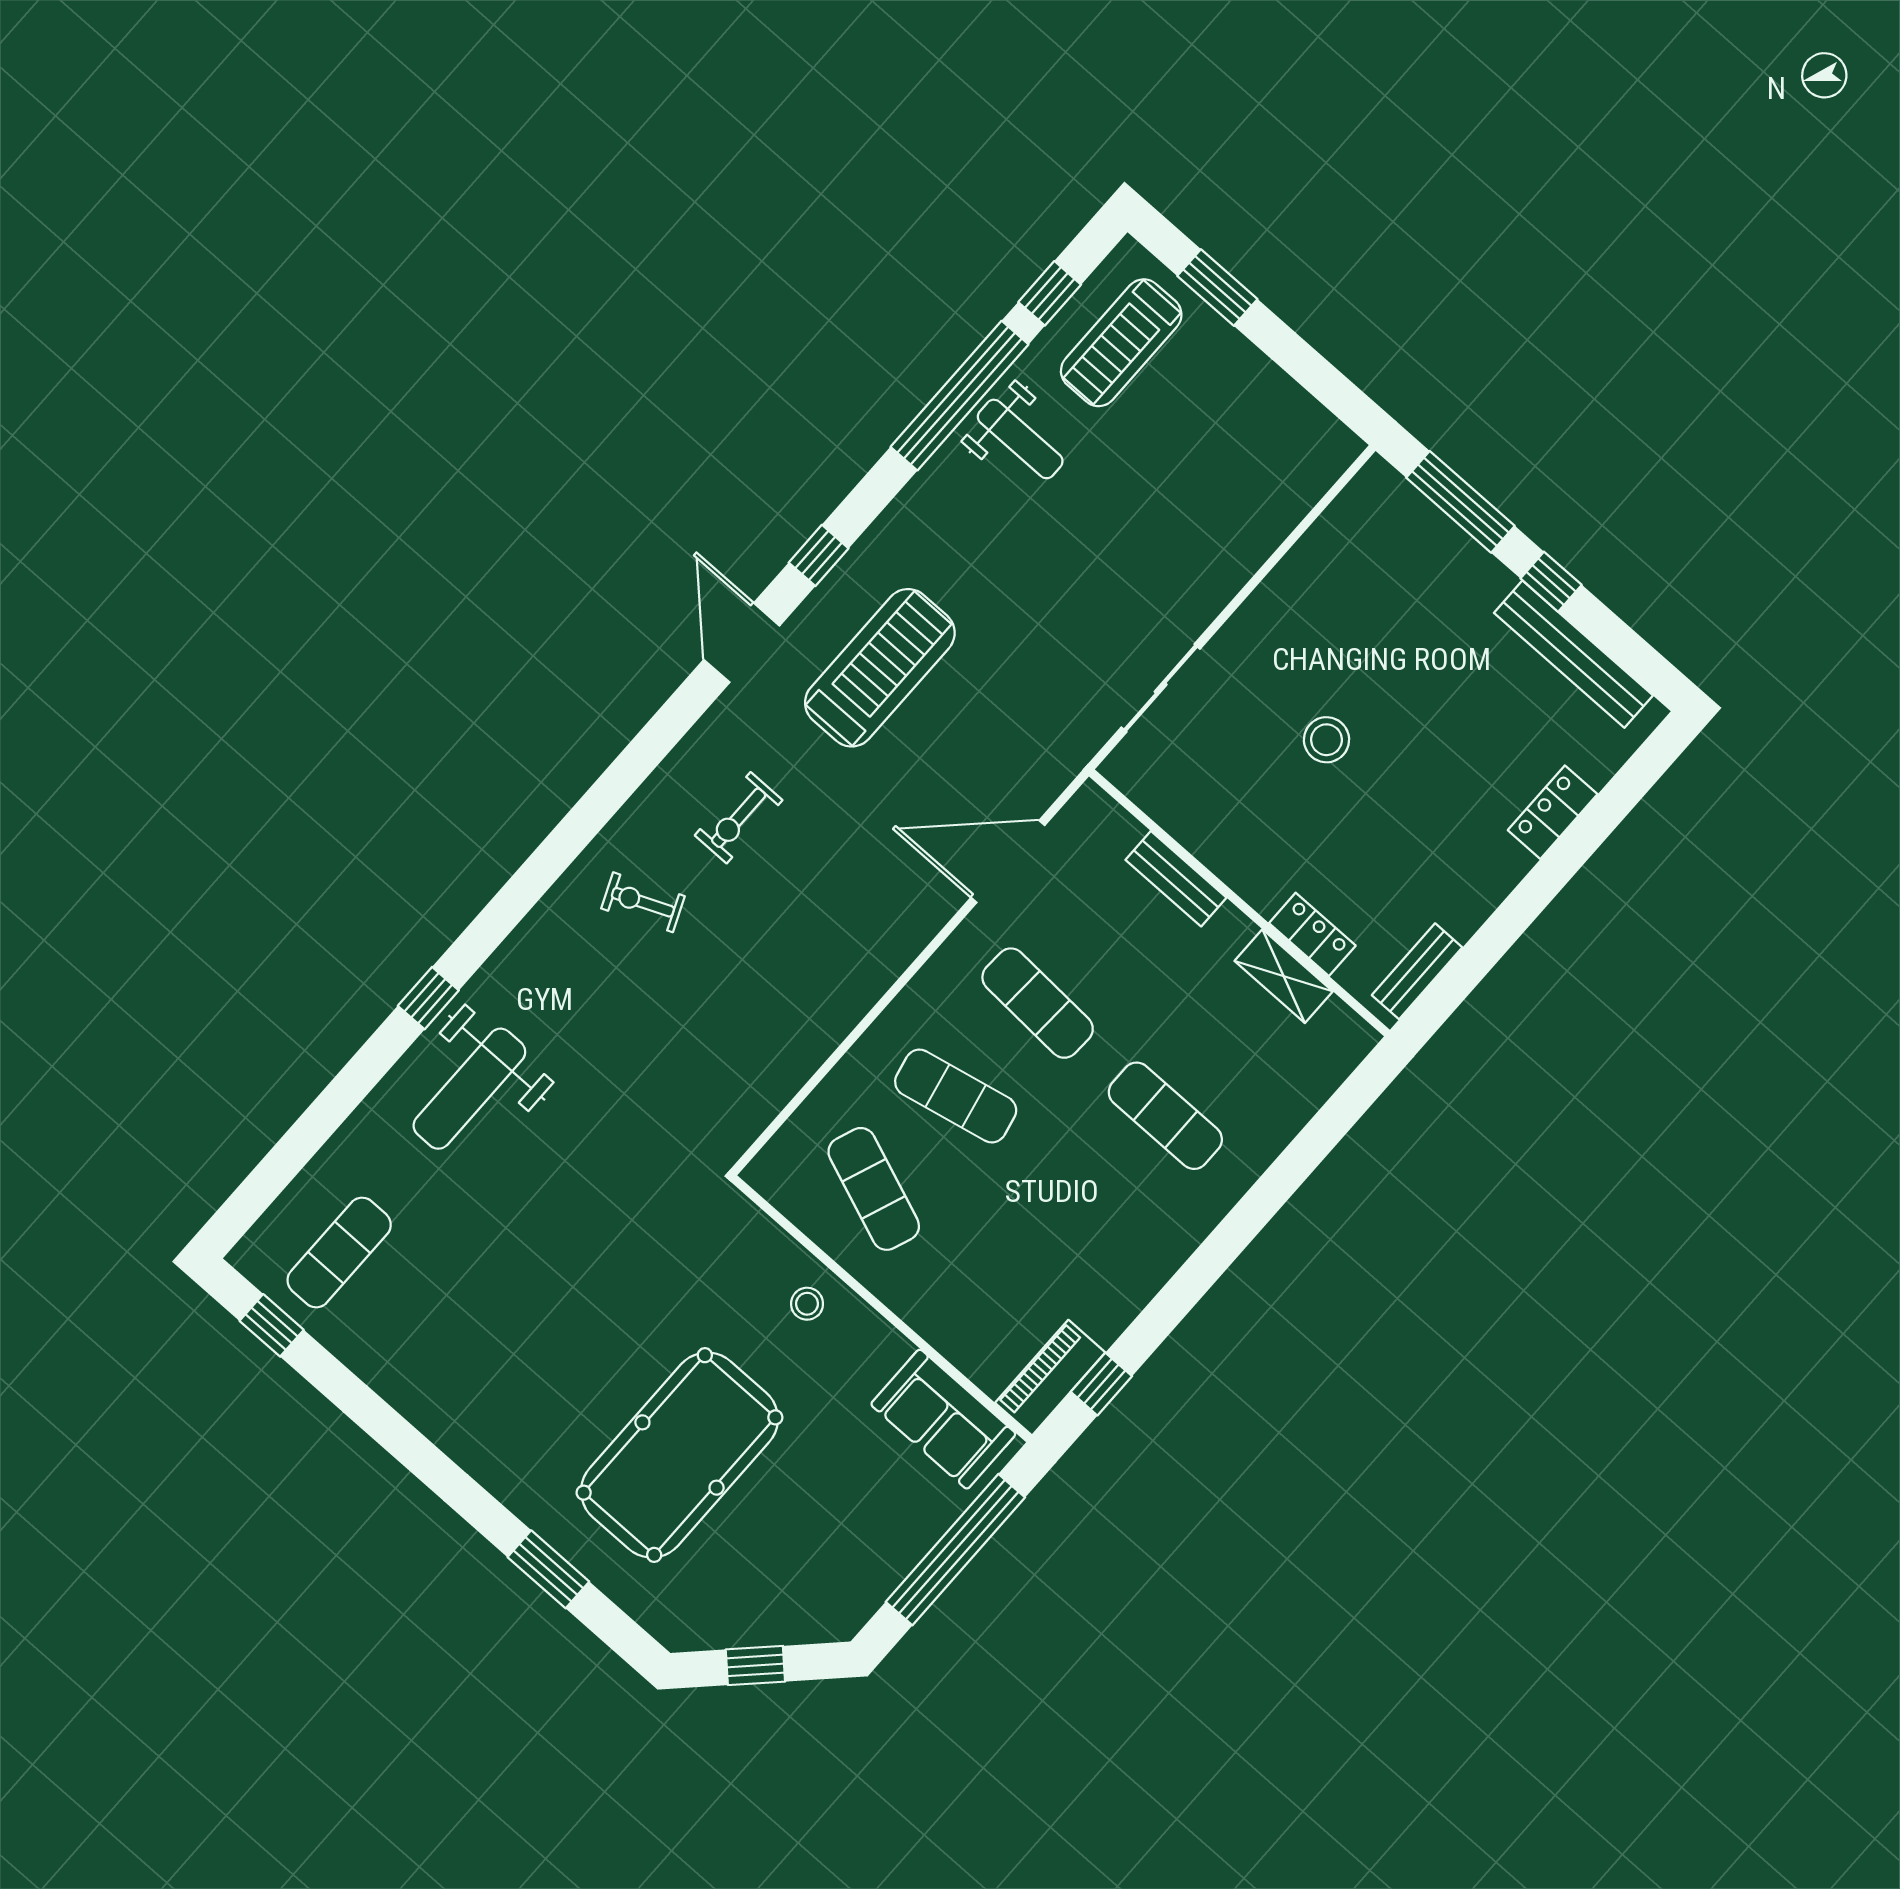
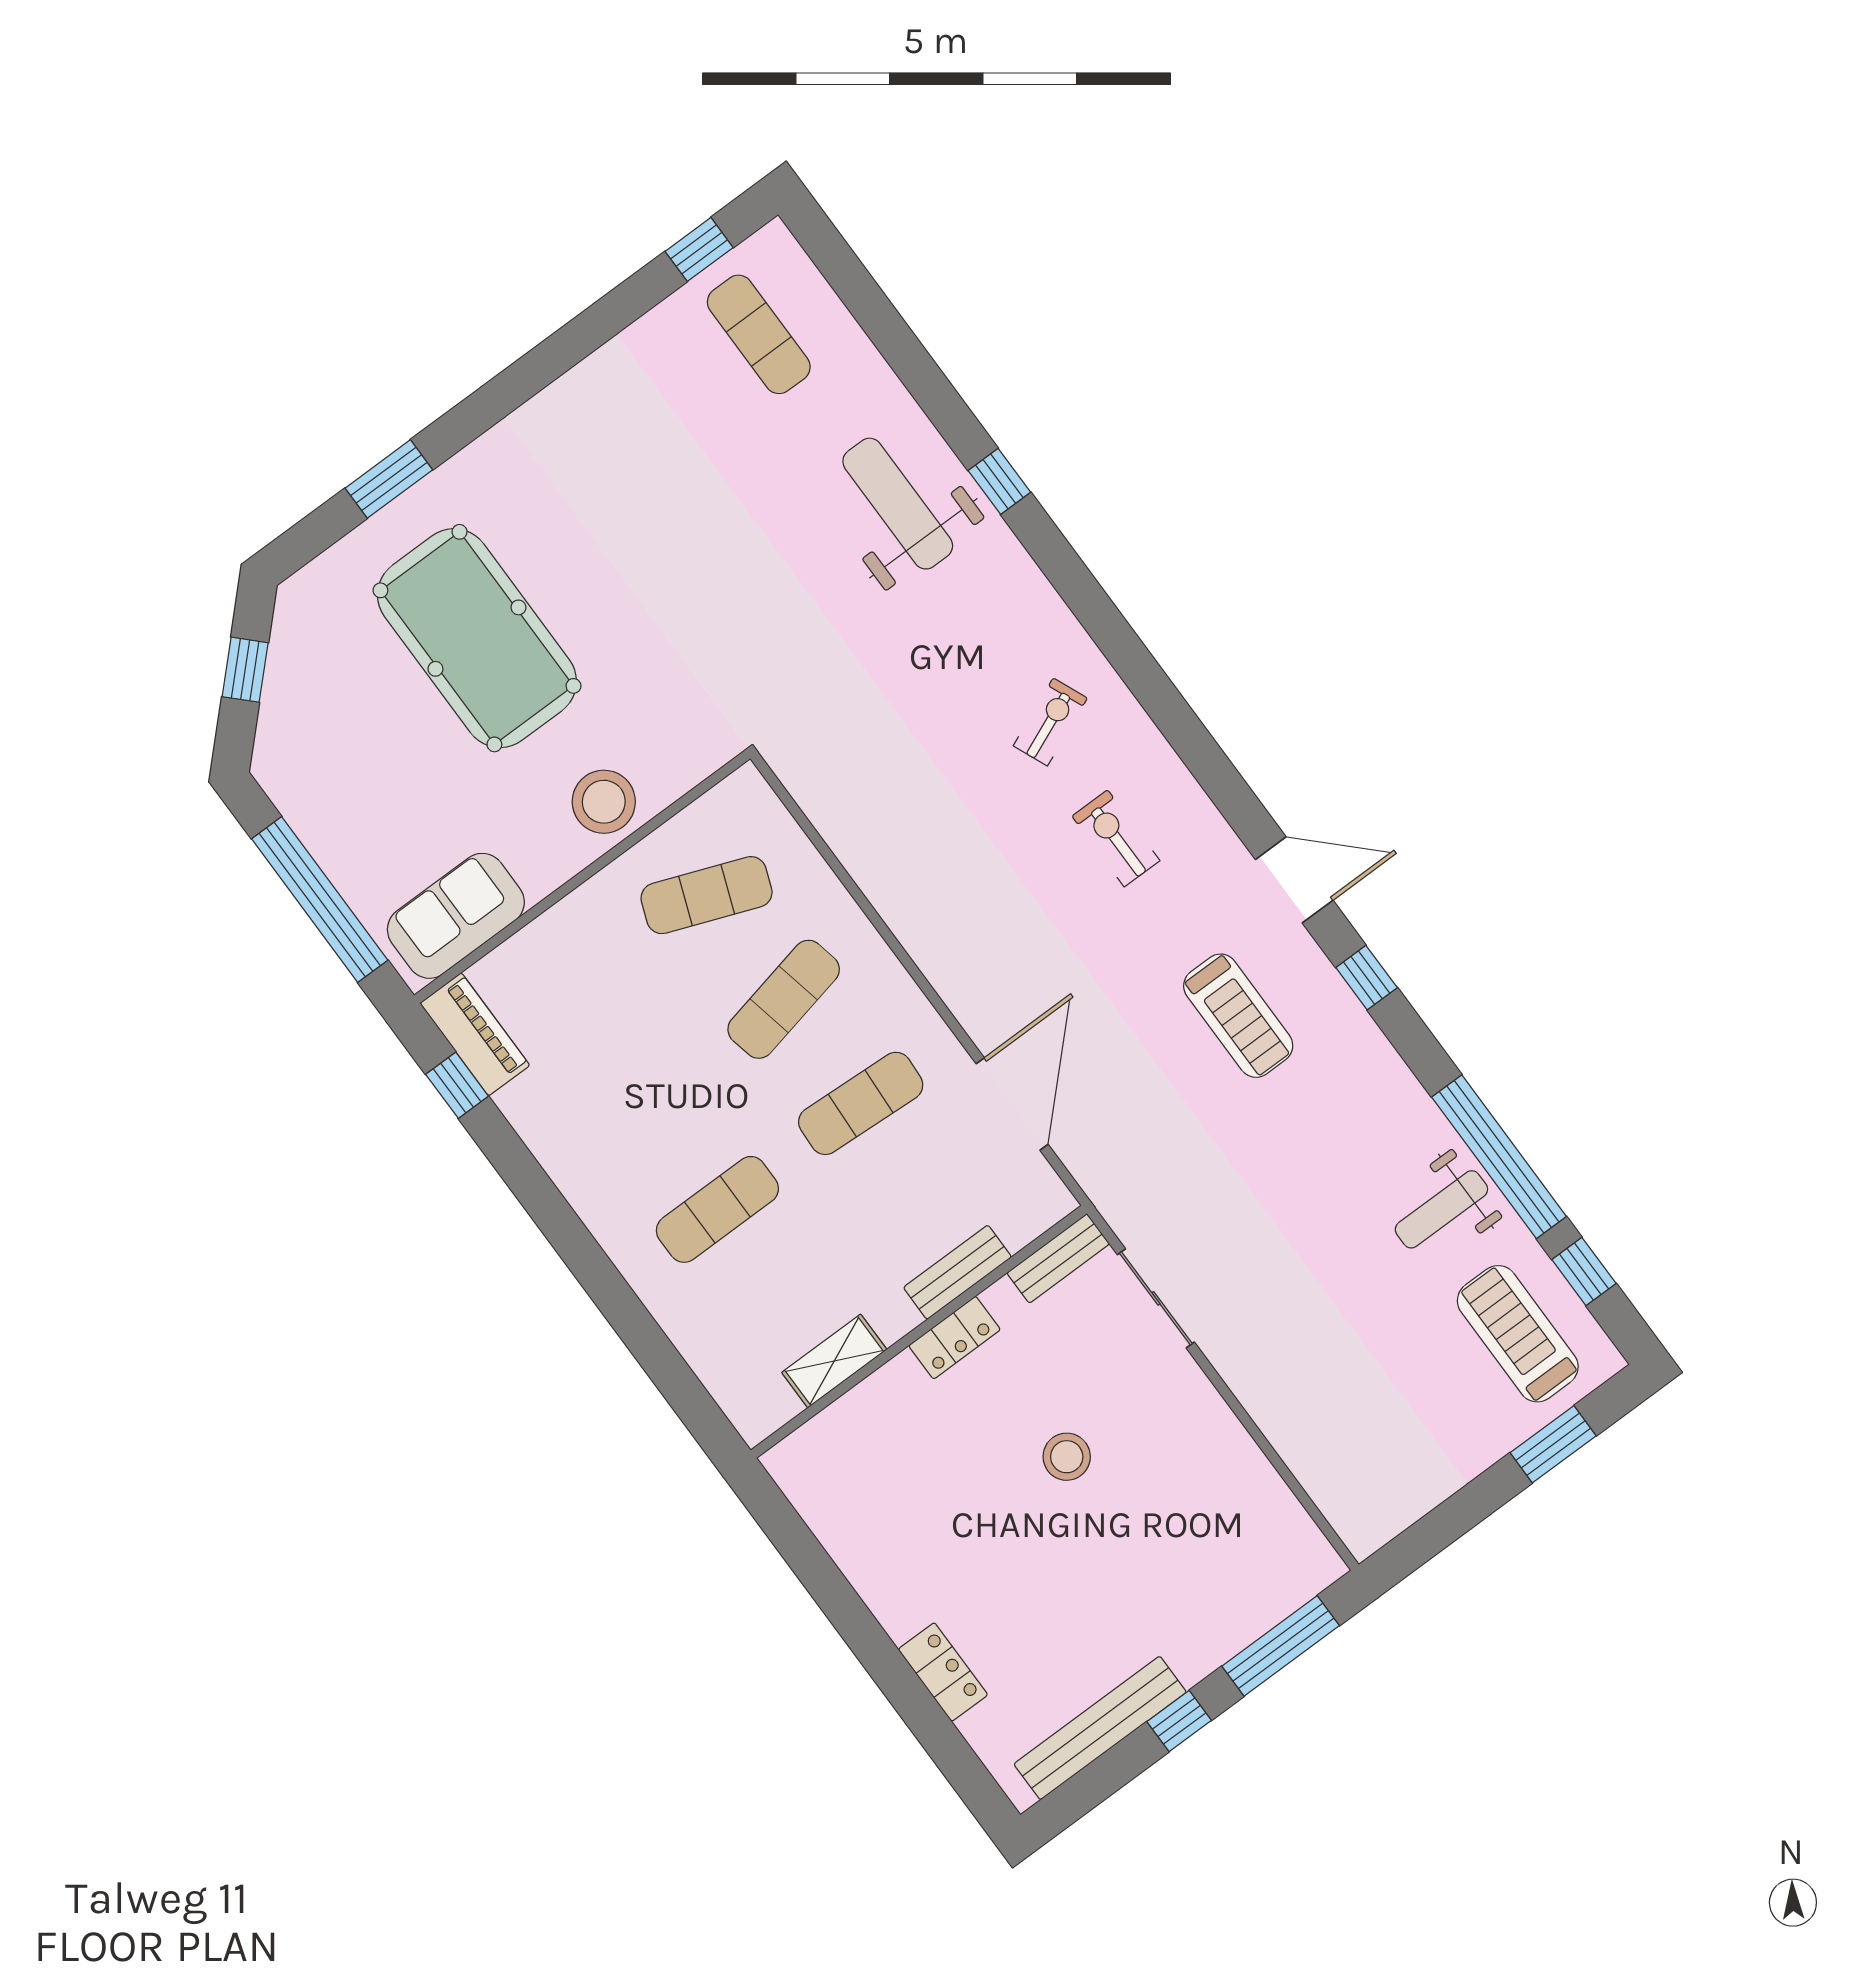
treadmill: (880, 668) -> (1238, 1016), width x0.73, depth x0.73
locker: (1312, 934) -> (955, 1338), moved
bench: (1417, 971) -> (1058, 1258), moved, turned 90
stool: (807, 1304) -> (604, 802), width x1.89, depth x1.89

